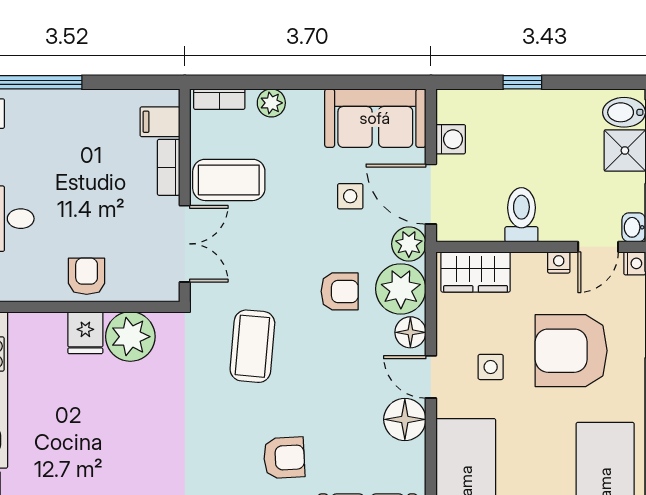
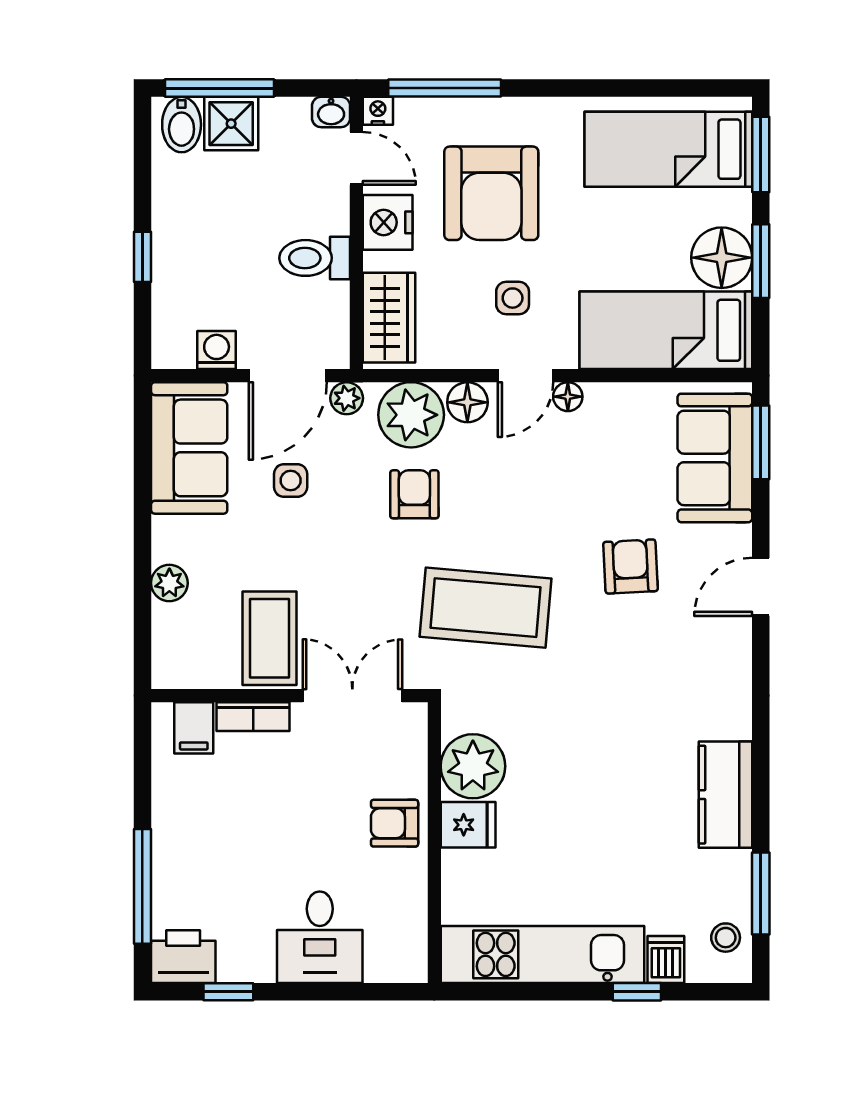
bookcase: (219, 99) -> (164, 651), removed
plant: (409, 244) -> (347, 398), width x0.73, depth x0.73
nightstand: (559, 262) -> (388, 222), width x1.89, depth x1.79
coffee table: (252, 346) -> (486, 608), width x1.36, depth x1.32
floor lamp: (405, 419) -> (568, 397), width x0.53, depth x0.53

